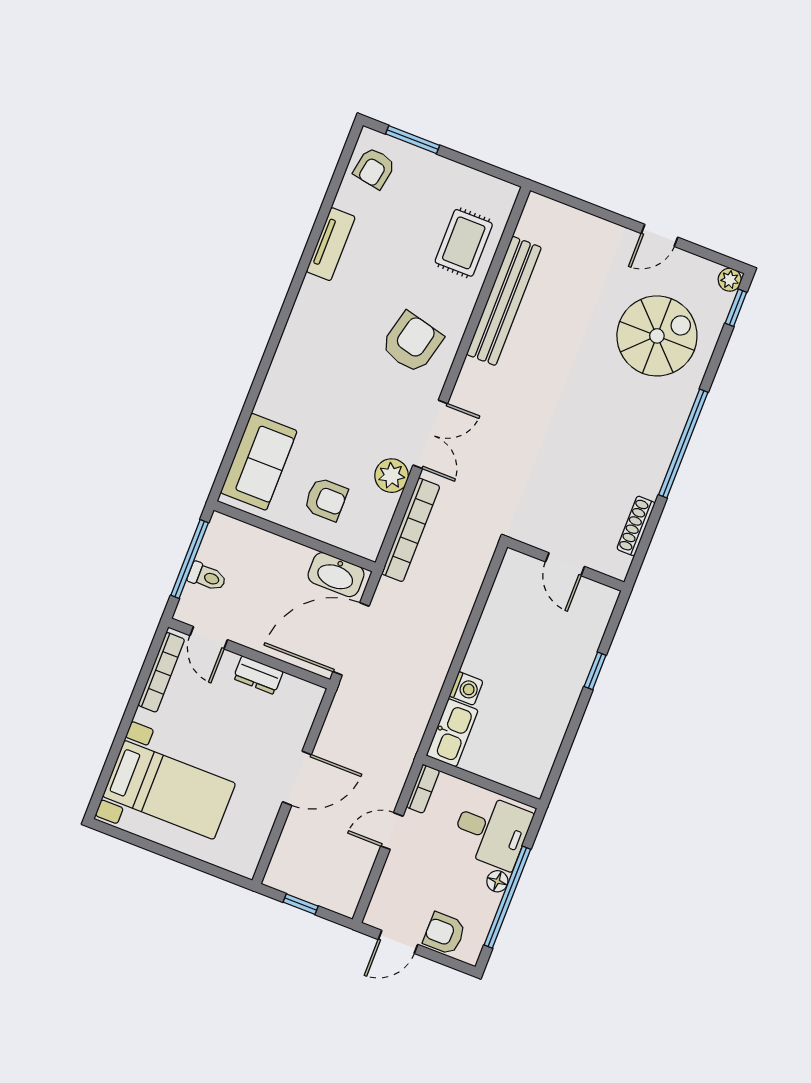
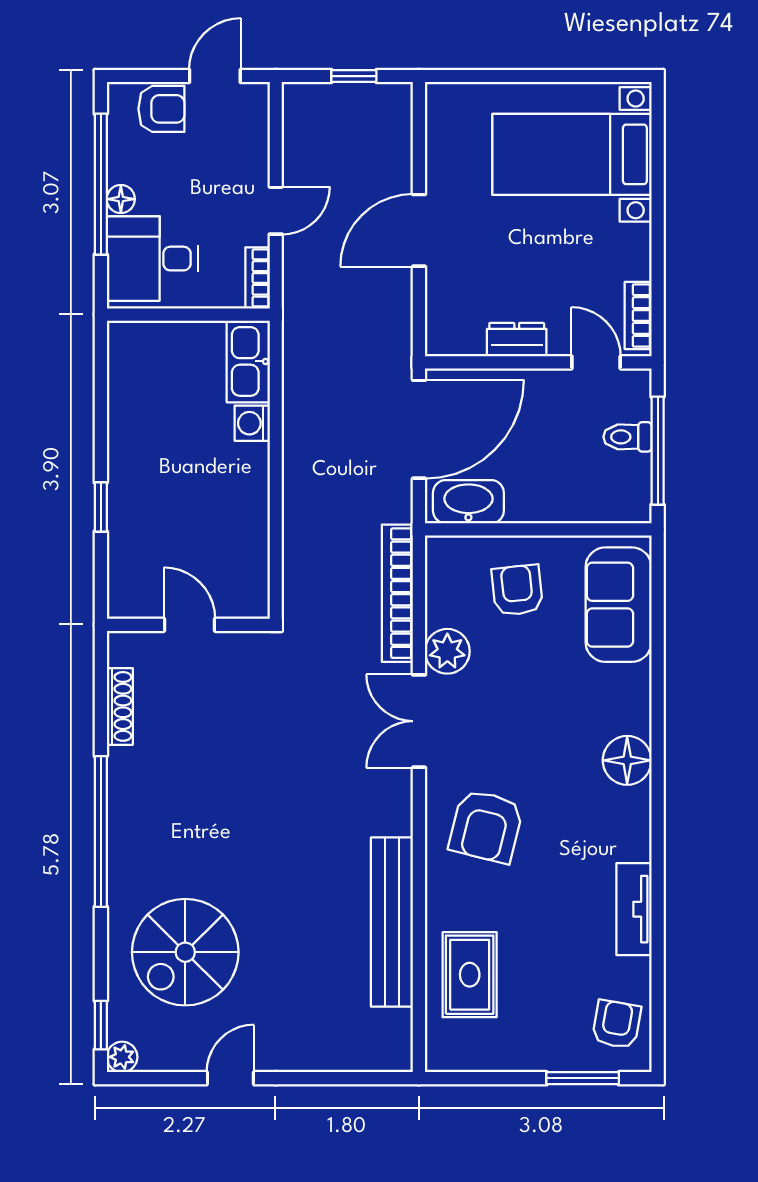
floor lamp: (295, 350) -> (627, 760), added
armchair: (326, 499) -> (517, 590), turned 84
bookcase: (161, 672) -> (638, 316), width x0.64

